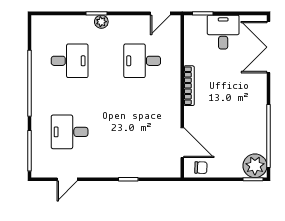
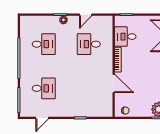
door: (160, 13) -> (86, 15), moved
desk: (223, 32) -> (125, 37), moved, turned -90
desk: (70, 132) -> (44, 88), turned 180
door: (182, 143) -> (114, 83), moved

